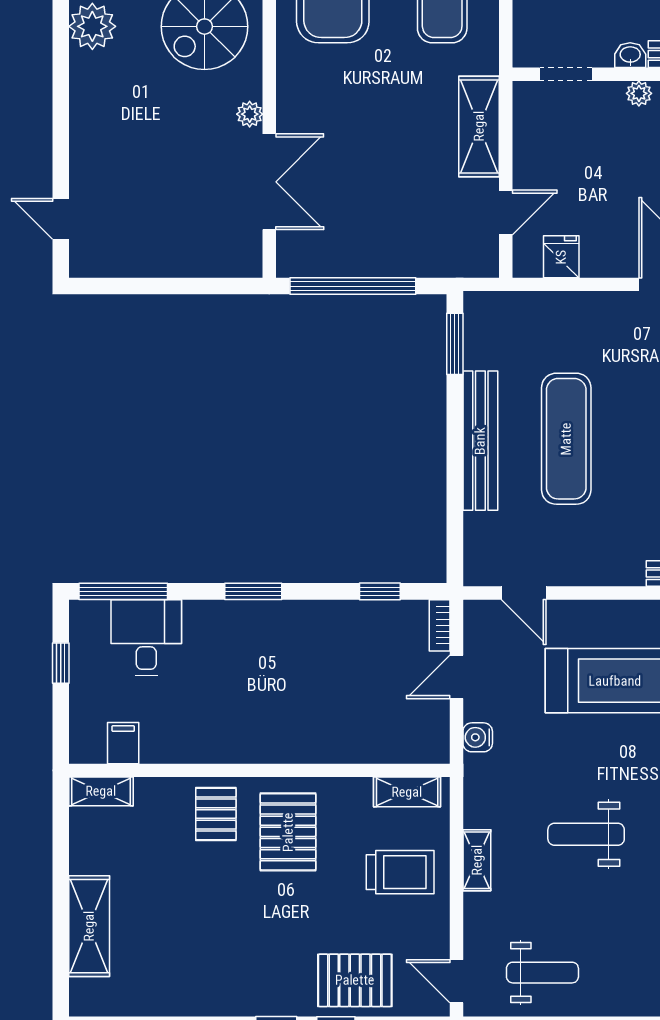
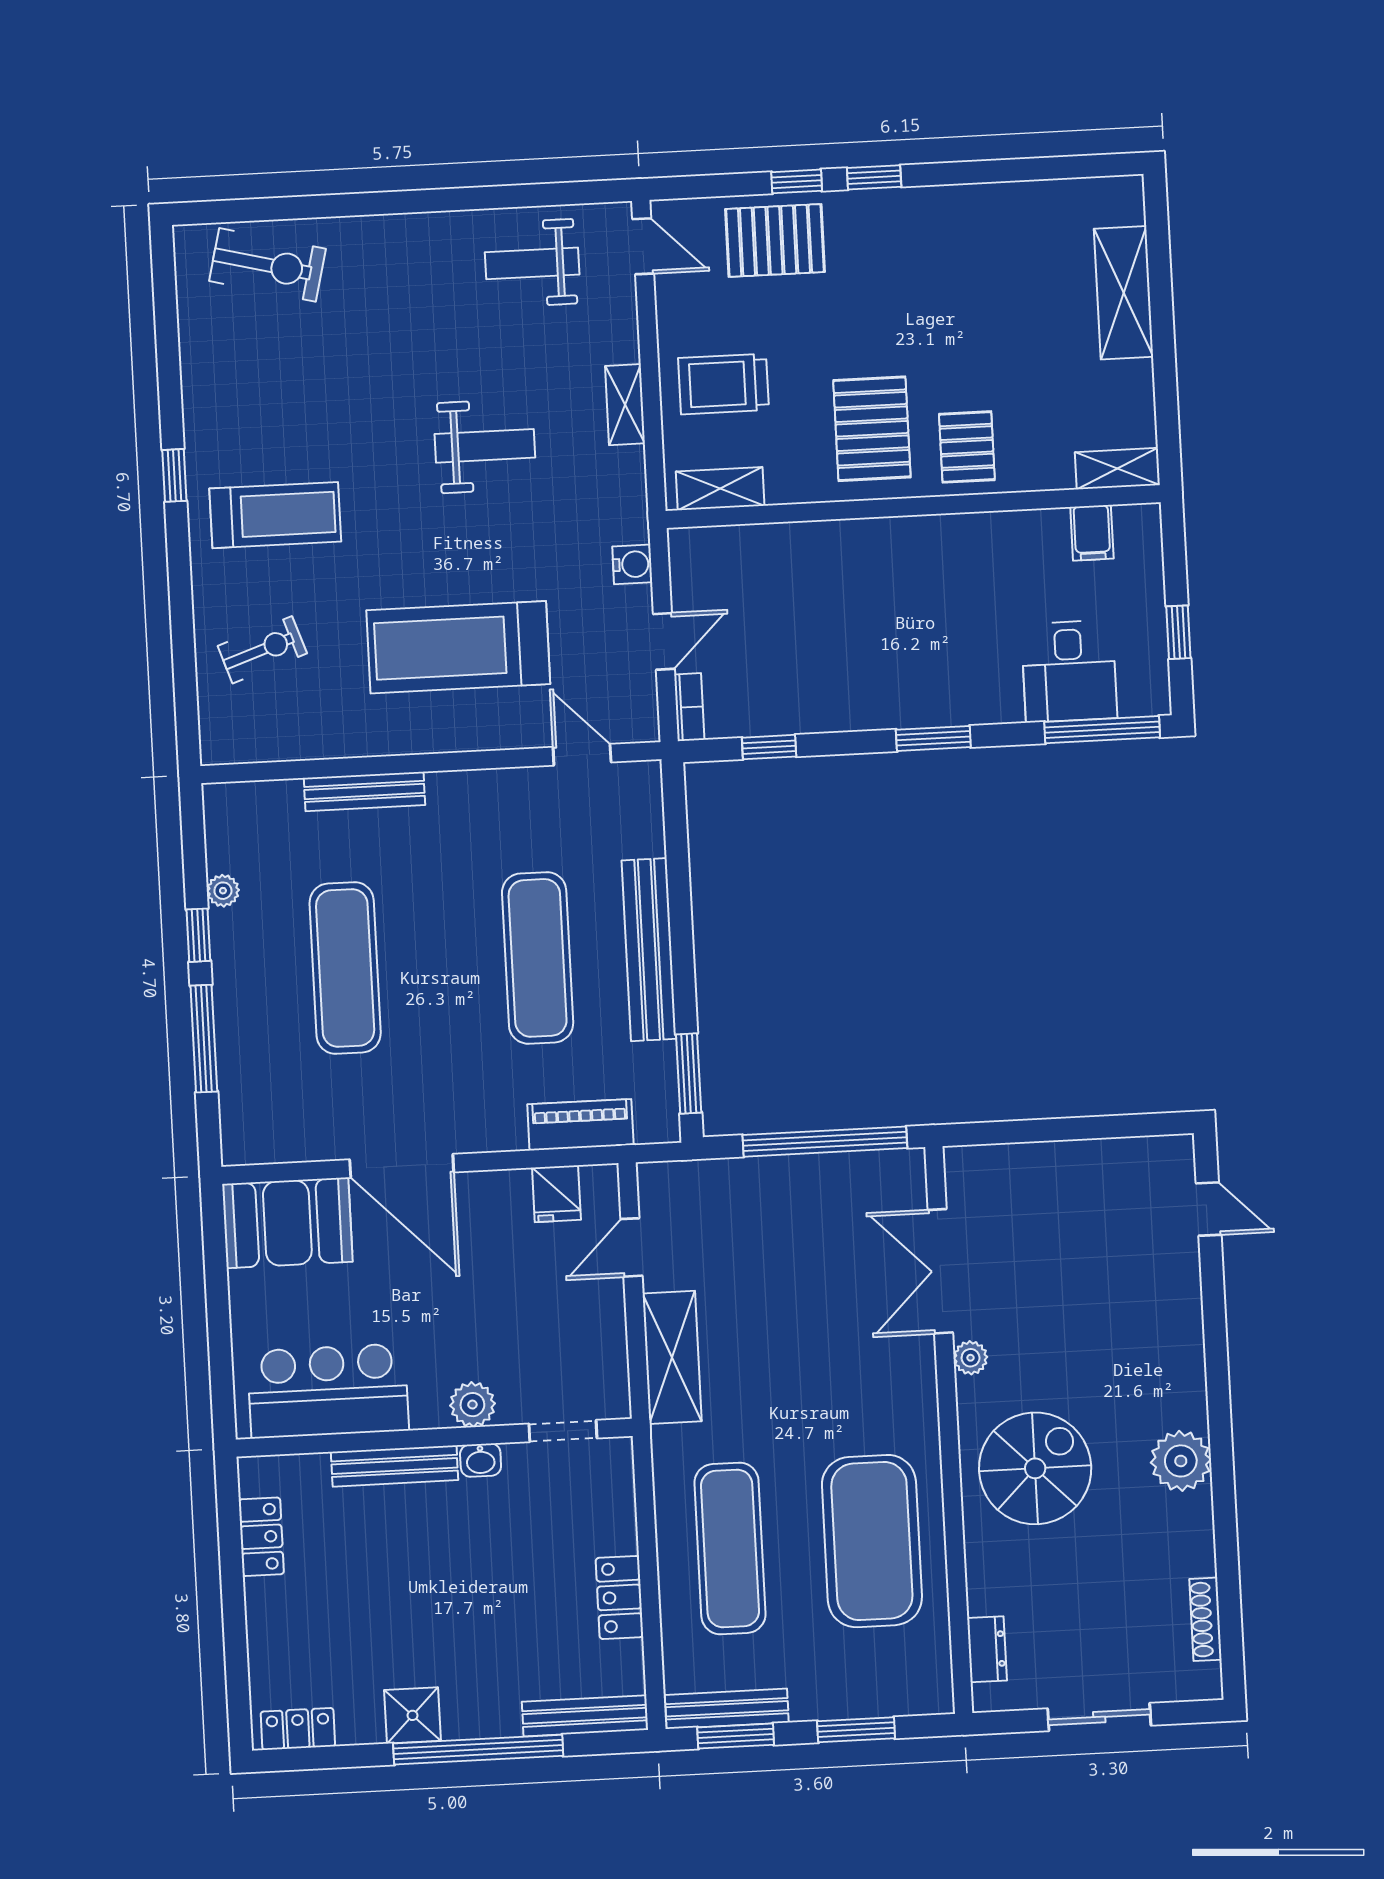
plant: (639, 93) -> (472, 1405), width x1.38, depth x1.38
piano: (540, 309) -> (580, 1125), added

